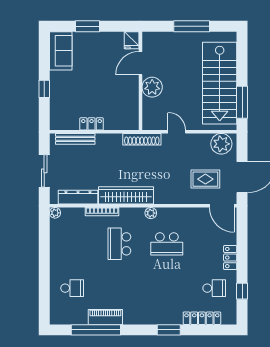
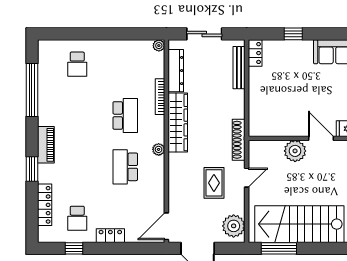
locker: (92, 124) -> (255, 53), moved
rug: (205, 179) -> (214, 183), moved
school desk: (119, 244) -> (125, 115), turned 90
piano: (105, 317) -> (46, 145), moved

